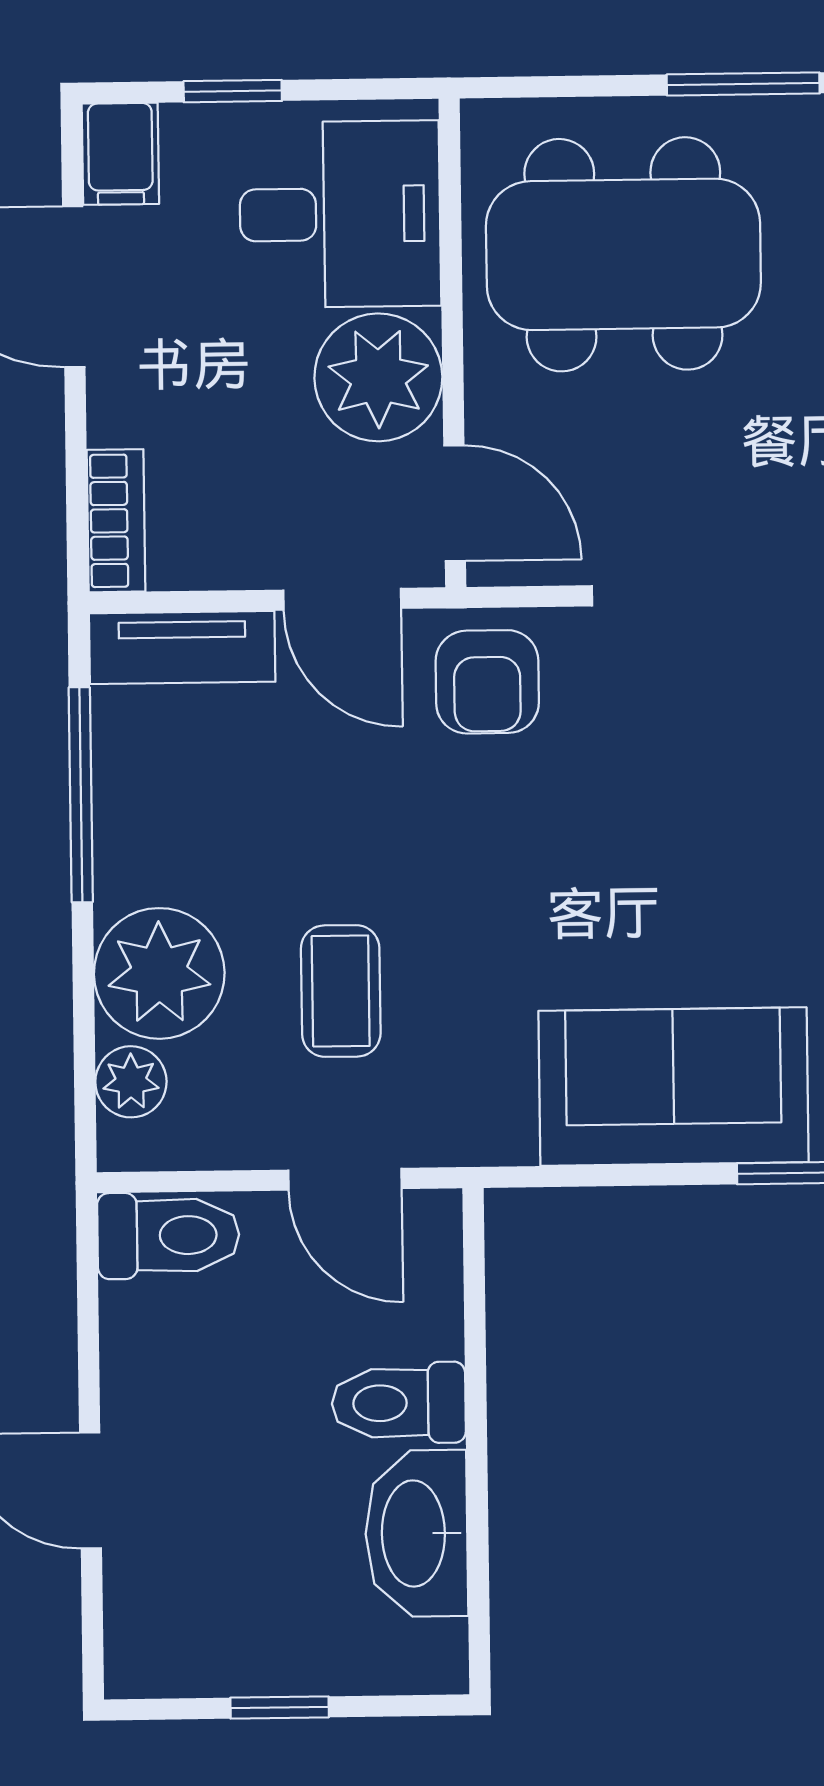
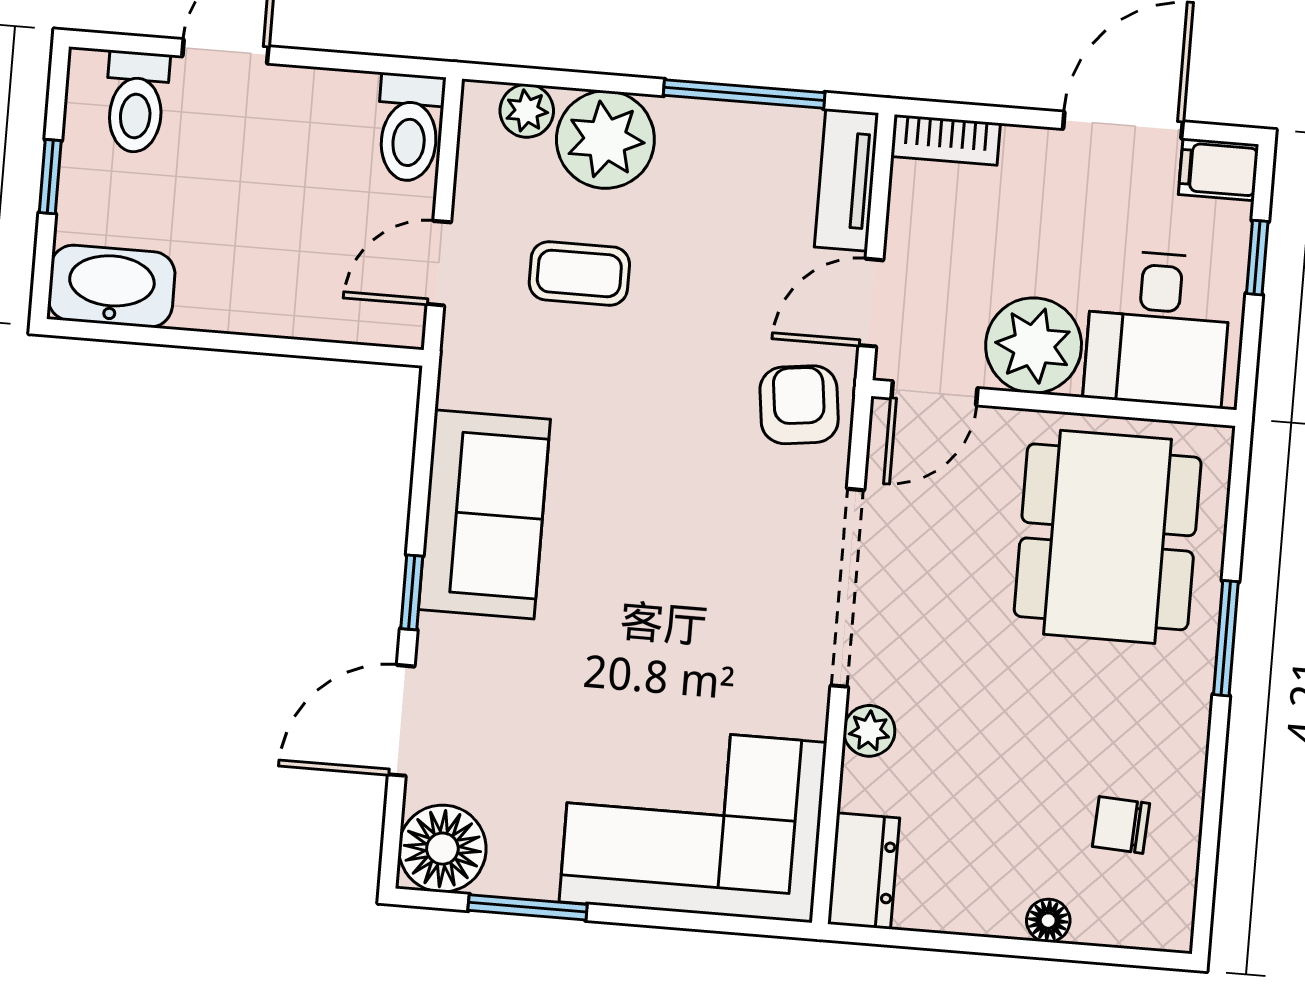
armchair: (487, 682) -> (799, 405), turned 83
toilet: (399, 1403) -> (136, 102), moved, turned 180
washbasin: (416, 1533) -> (112, 286), moved

